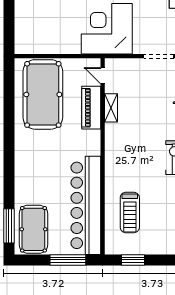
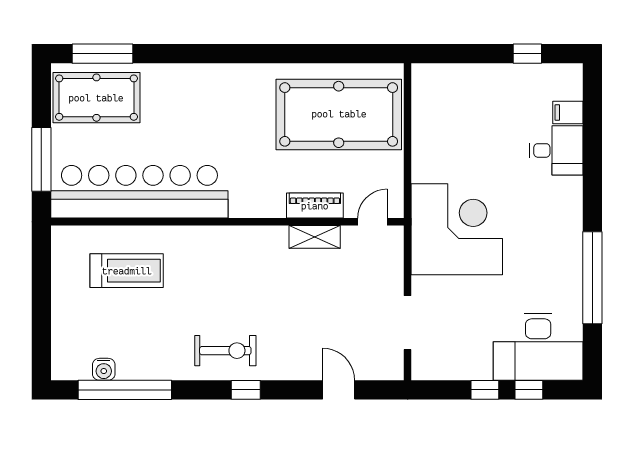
piano: (91, 108) -> (315, 206), width x0.73, depth x0.75
treadmill: (130, 212) -> (127, 271), turned 180
window: (133, 260) -> (41, 276), removed

